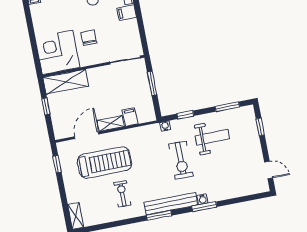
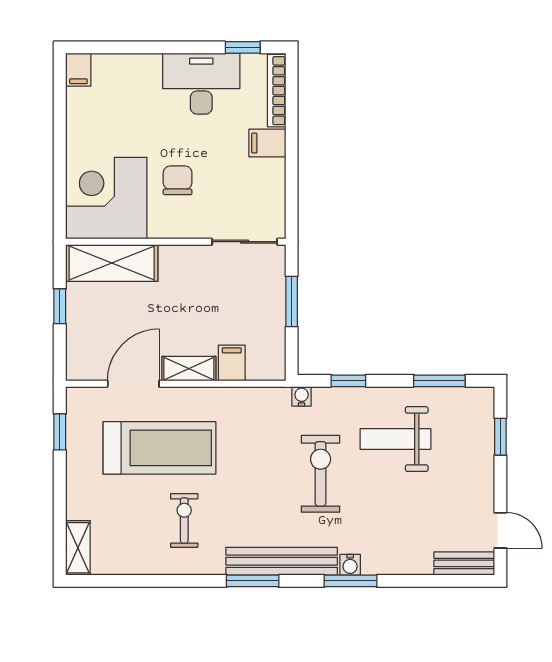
weight bench: (212, 137) -> (395, 439), turned 180
exercise bike: (181, 160) -> (321, 474), turned 180
bench: (255, 188) -> (464, 563), added

